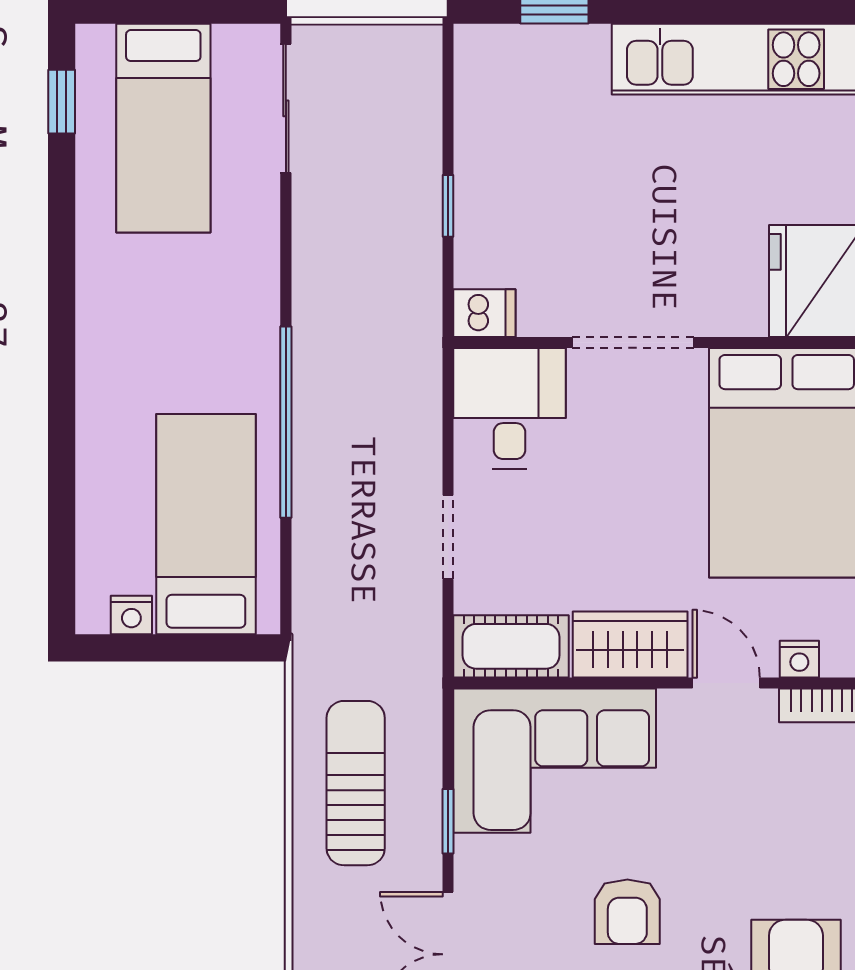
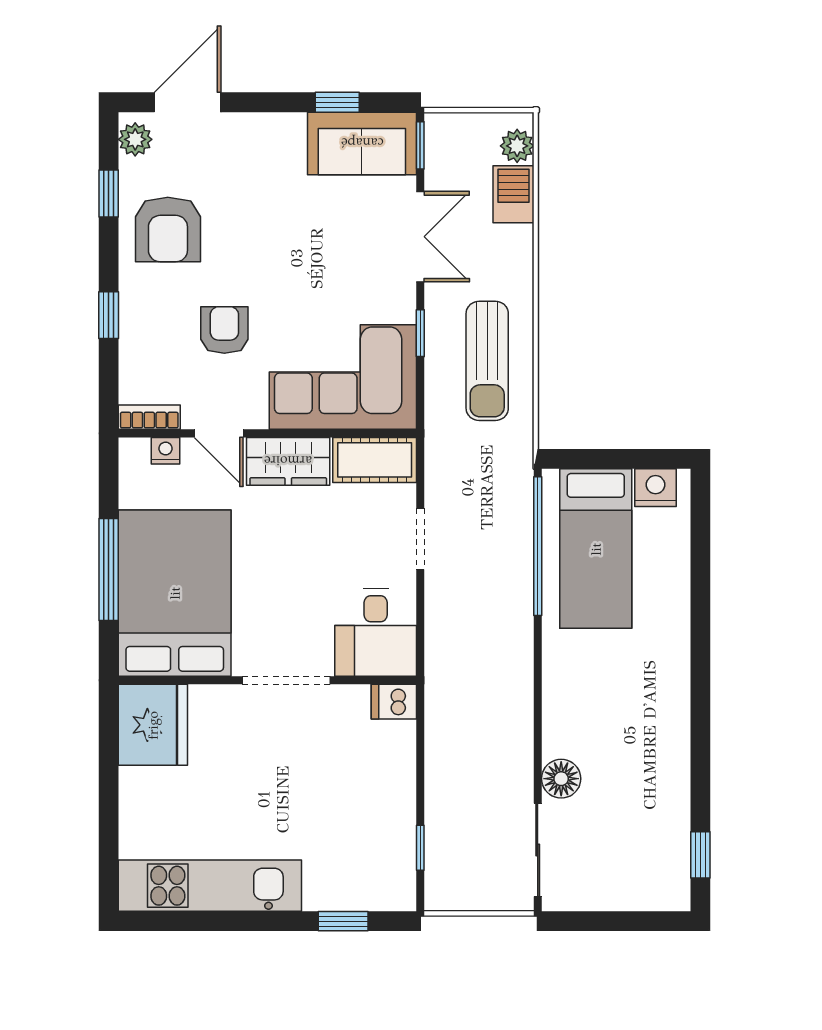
bed: (163, 128) -> (627, 836), removed
window: (448, 206) -> (420, 848), moved
floor lamp: (254, 207) -> (561, 779), added
window: (286, 422) -> (538, 546), moved
nightstand: (131, 615) -> (656, 488), width x1.39, depth x1.35
armchair: (627, 912) -> (224, 330), moved

